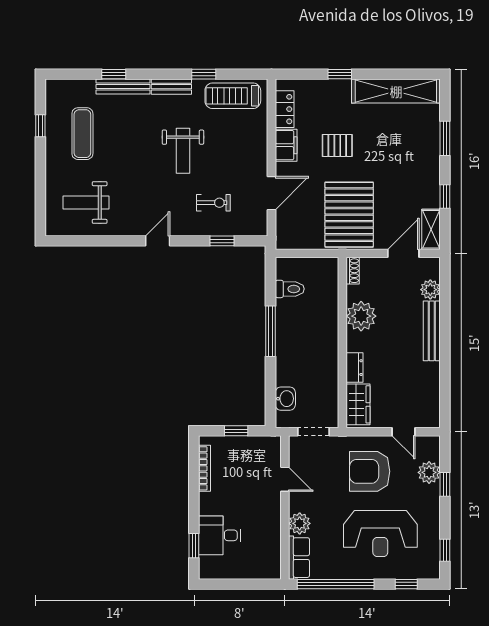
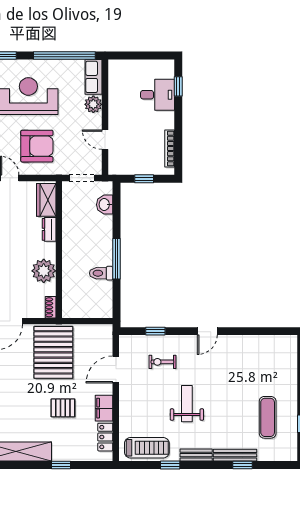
weight bench: (86, 203) -> (265, 362), removed
toilet: (290, 289) -> (101, 273), moved

